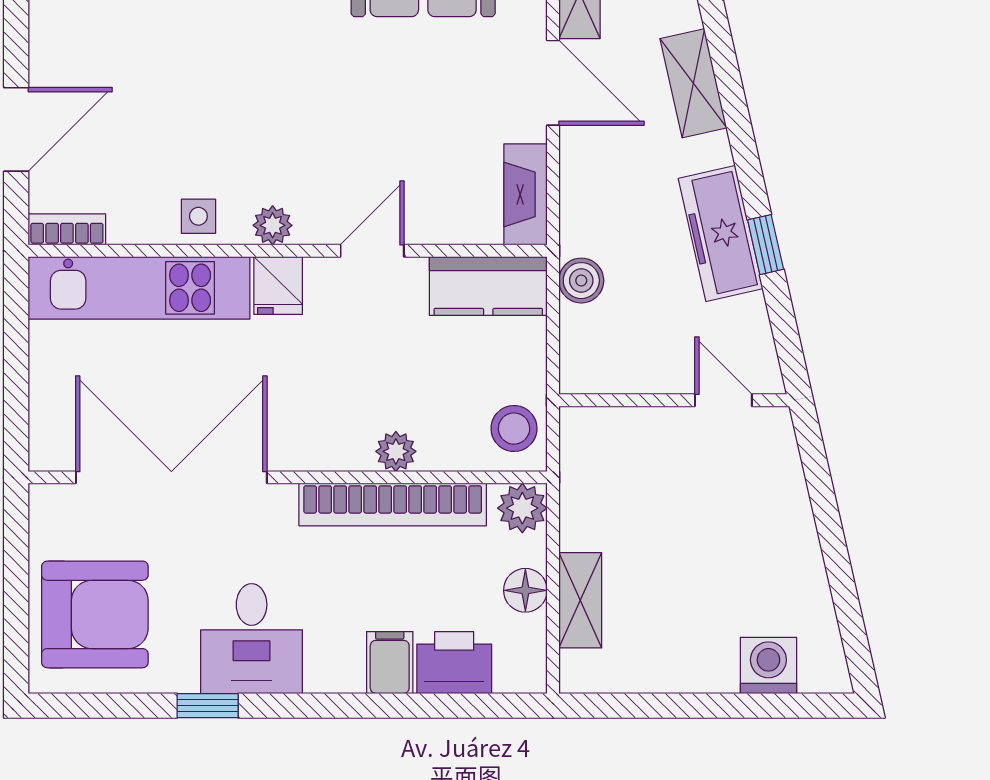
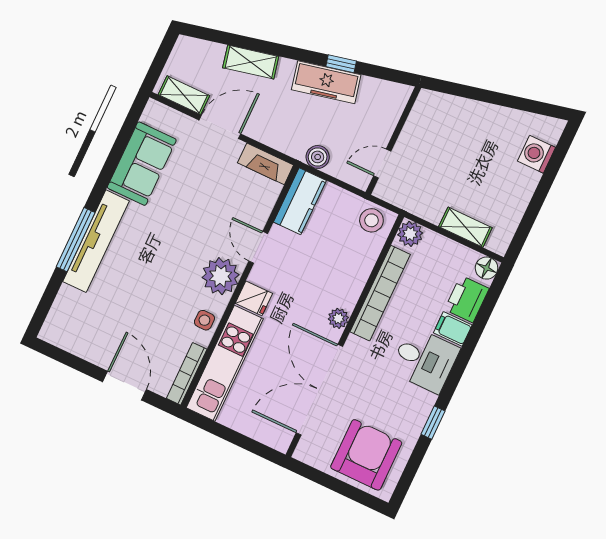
plant: (273, 225) -> (221, 276), width x1.88, depth x1.88
bookcase: (67, 229) -> (187, 374), width x1.56
door: (723, 400) -> (382, 163), moved
plant: (396, 451) -> (338, 318), moved
floor lamp: (525, 590) -> (487, 268), moved
desk: (252, 639) -> (425, 360), moved

